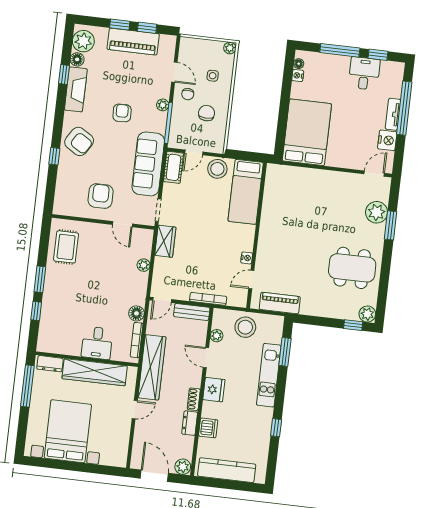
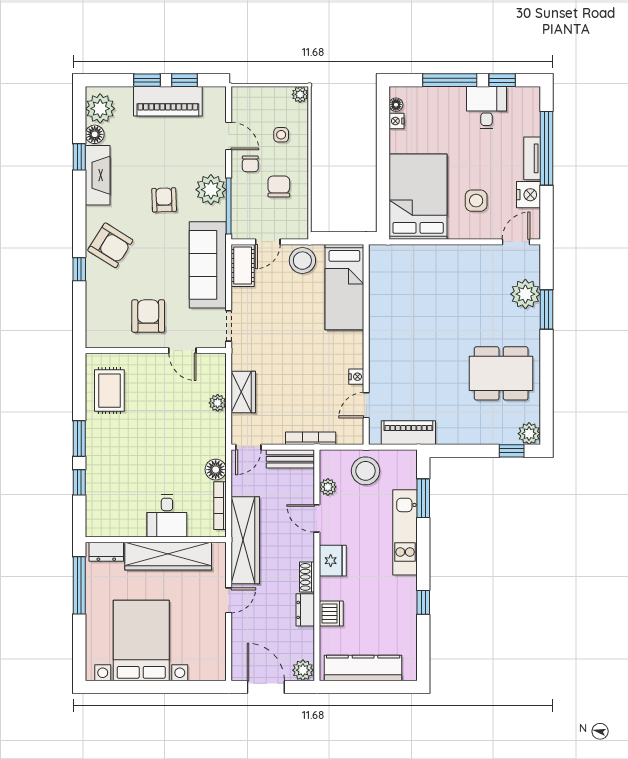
plant: (163, 105) -> (211, 190), width x1.87, depth x1.87
side table: (349, 140) -> (476, 201), added
wardrobe: (165, 241) -> (243, 392), moved

